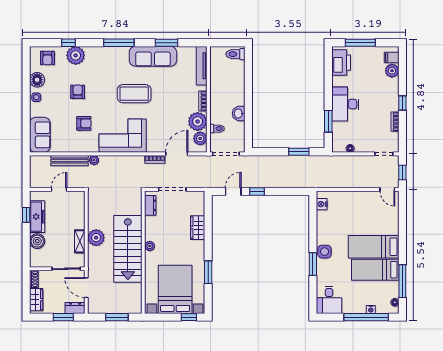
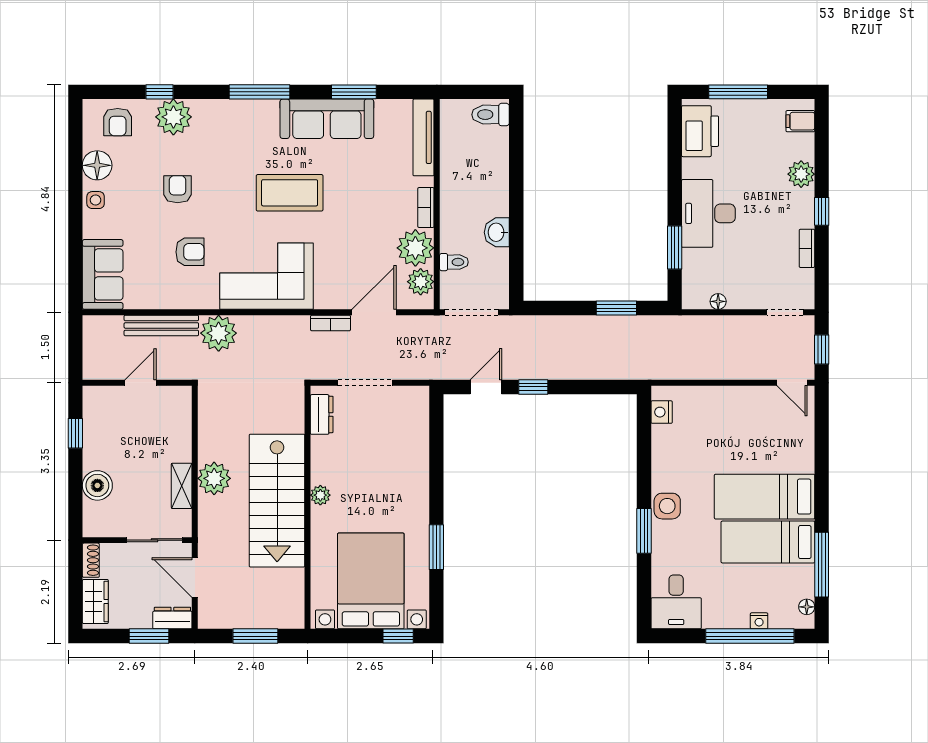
plant: (392, 71) -> (801, 174), moved
plant: (94, 160) -> (219, 333), width x1.88, depth x1.88
freezer: (37, 217) -> (97, 437), removed
wardrobe: (198, 228) -> (416, 459), removed

